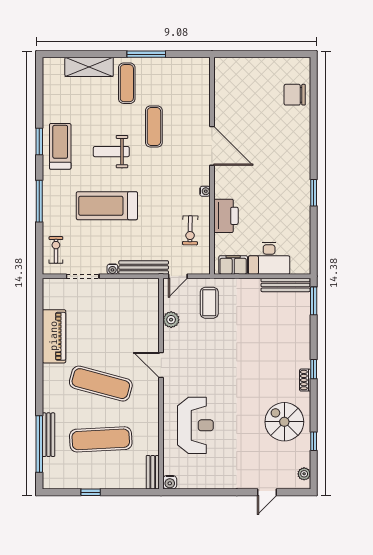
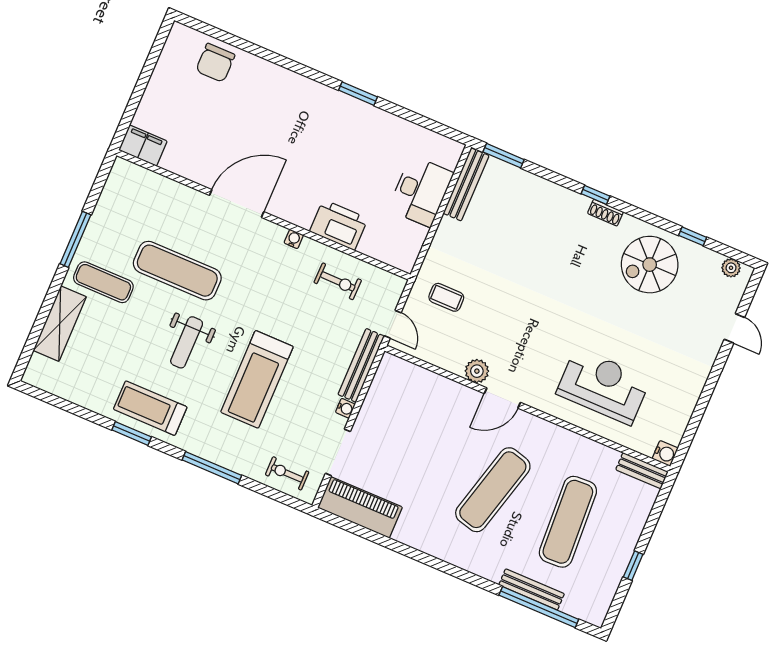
exercise mat: (154, 126) -> (177, 271), width x1.36, depth x1.45
filing cabinet: (233, 265) -> (143, 146), moved, turned 90
coffee table: (209, 303) -> (446, 297), width x0.73, depth x0.77
plant: (171, 320) -> (477, 371), moved
piano: (54, 336) -> (360, 507), moved

